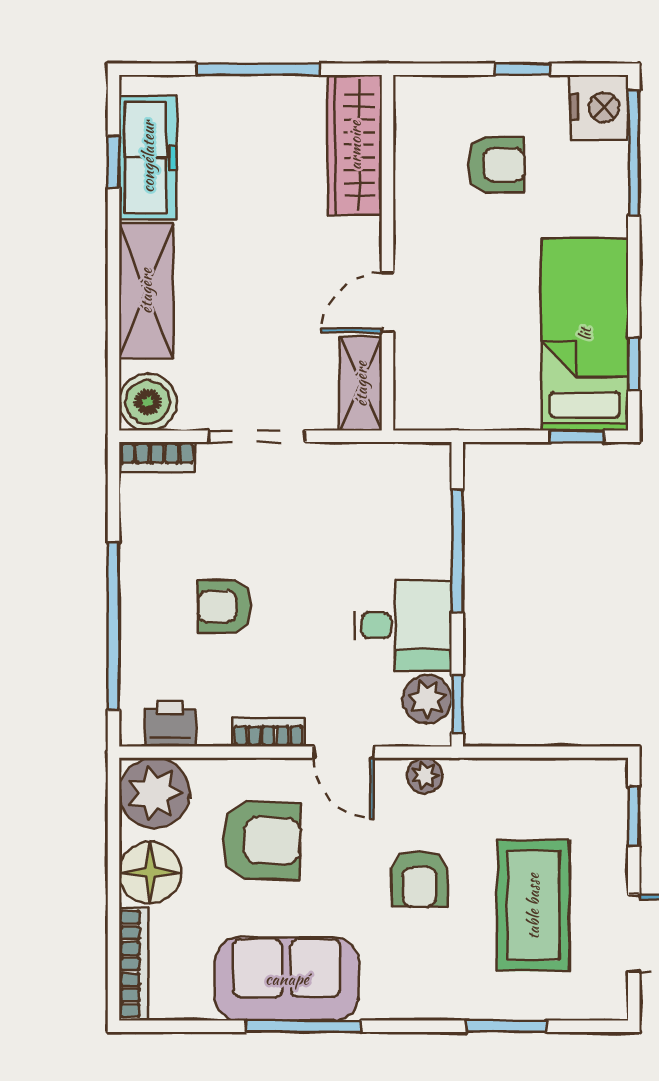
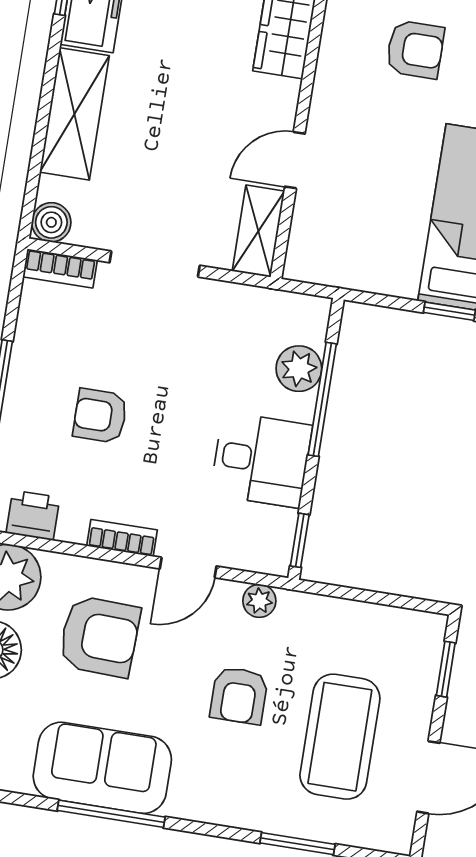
boiler: (148, 402) -> (51, 222), width x0.73, depth x0.73
plant: (427, 699) -> (299, 369), moved
door: (344, 752) -> (188, 567), hinge flipped

